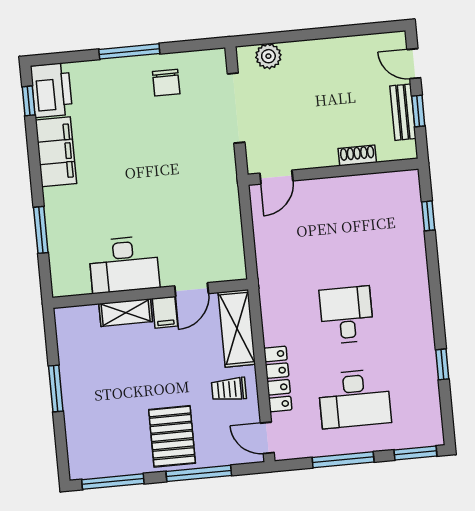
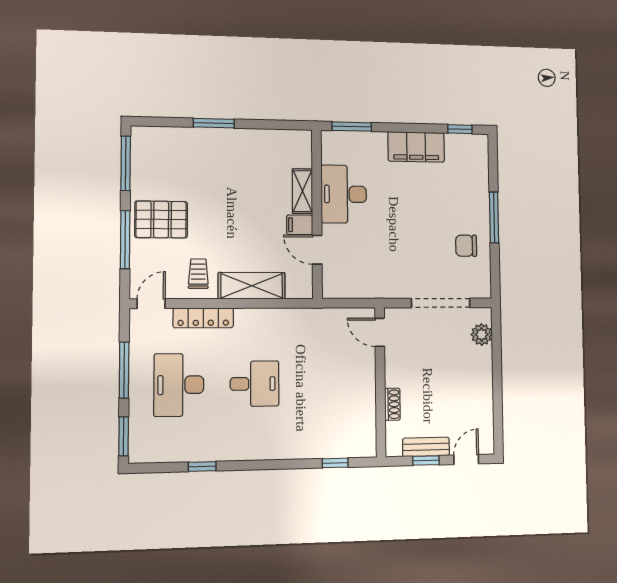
printer: (51, 90) -> (467, 149), removed
desk: (124, 265) -> (344, 194), moved
door: (192, 290) -> (317, 250), moved
wall: (150, 294) -> (317, 214), moved
filing cabinet: (165, 312) -> (300, 225), moved
shelving: (126, 313) -> (302, 191), moved

